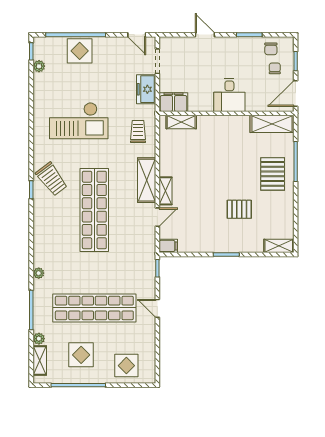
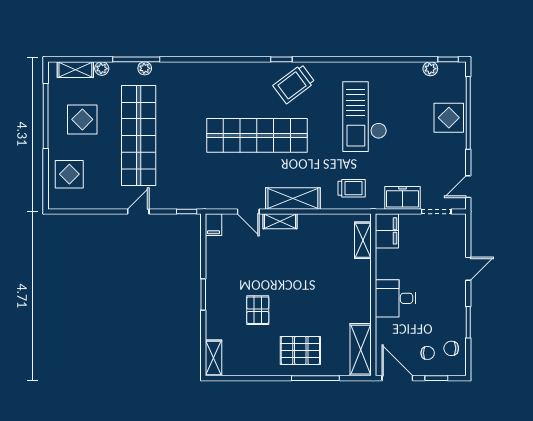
plant: (39, 273) -> (145, 68), moved

